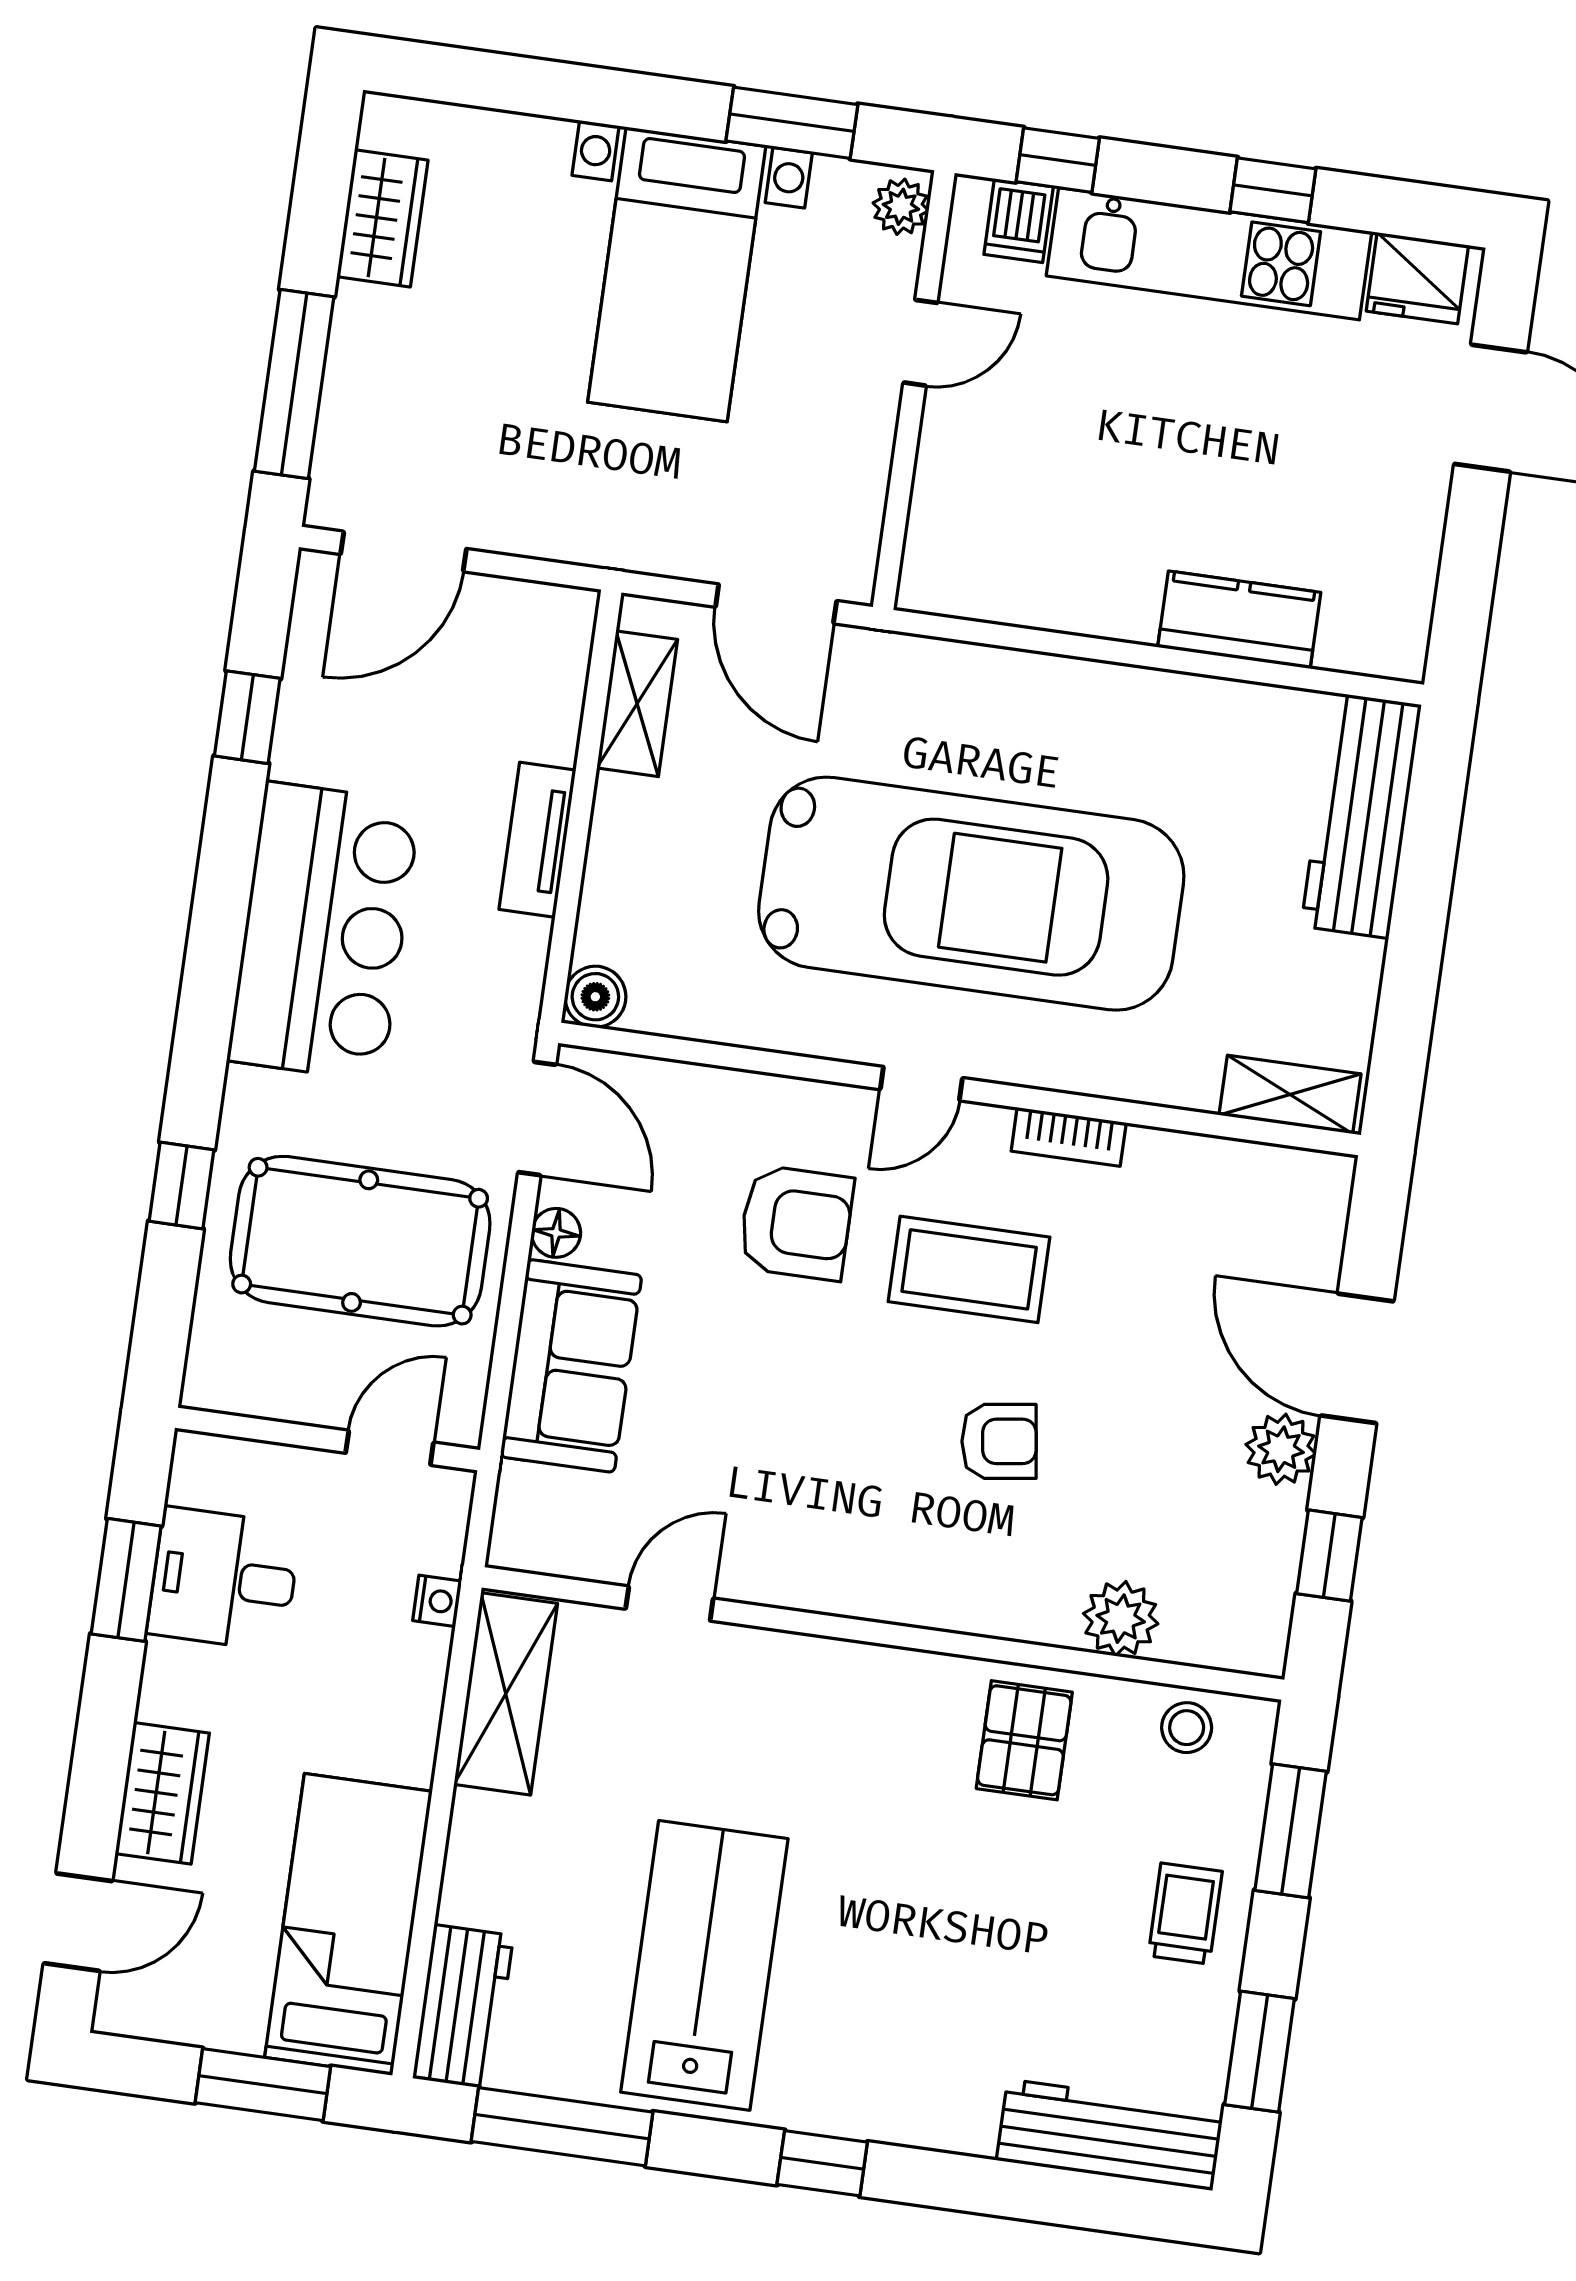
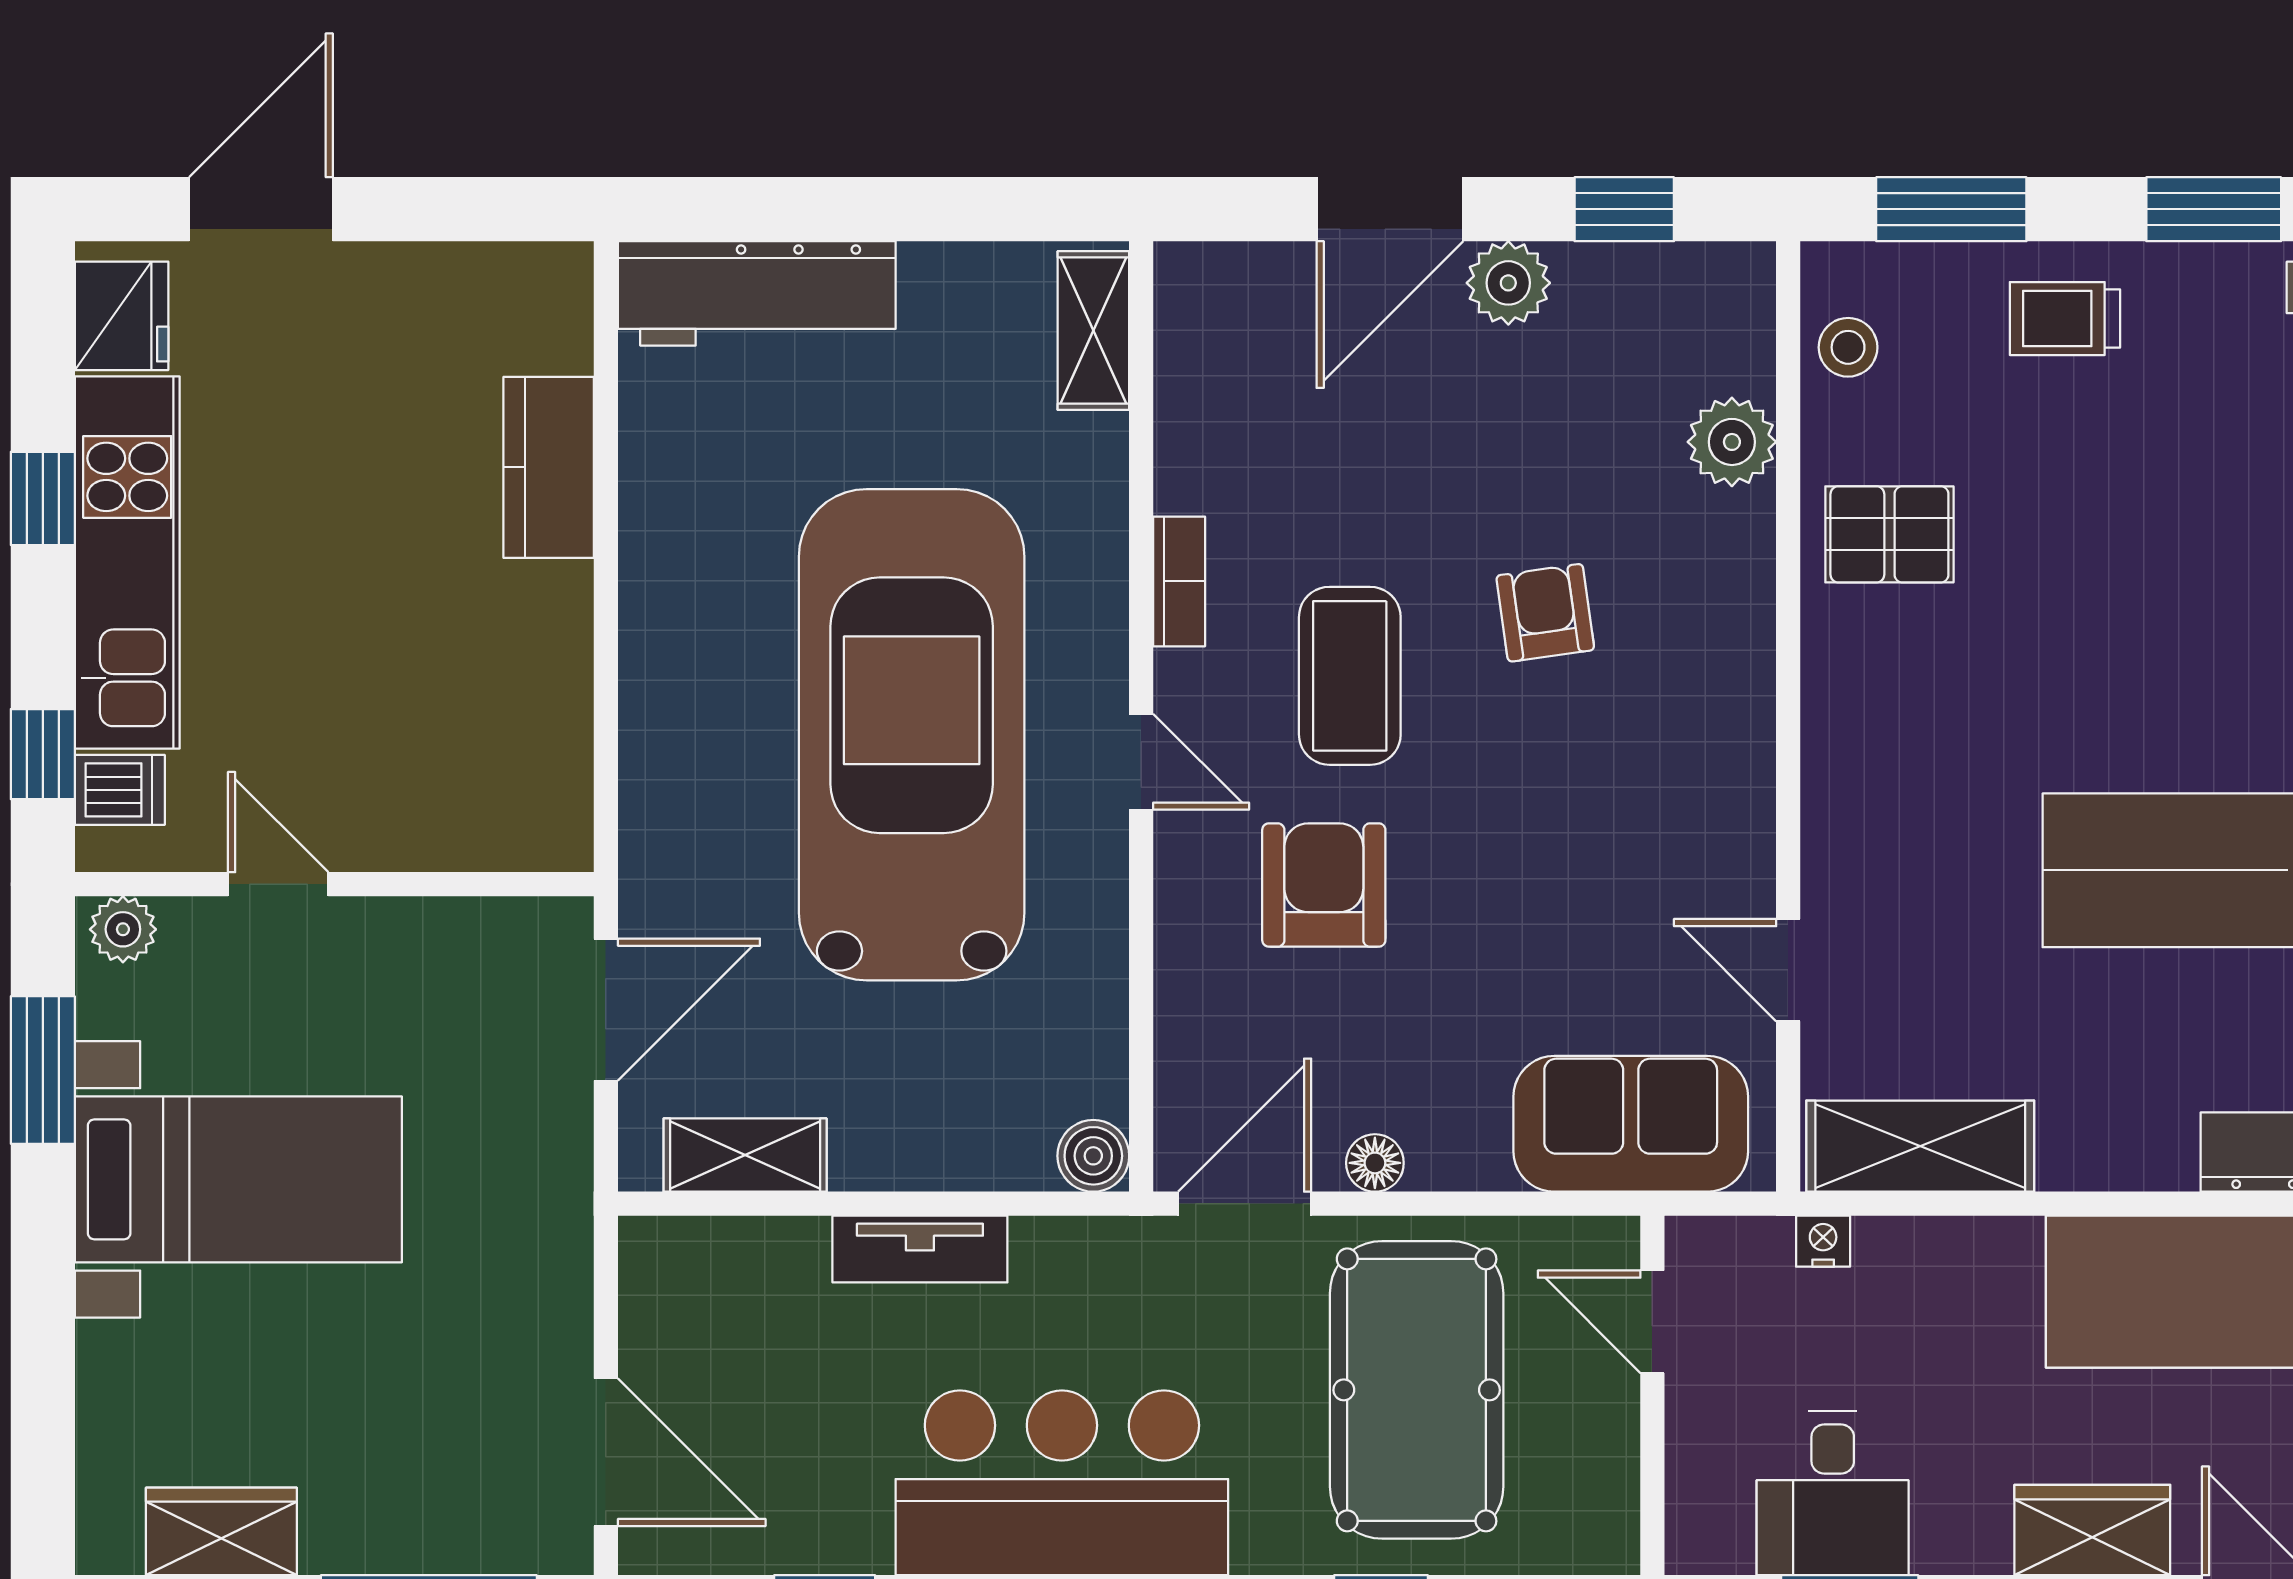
sofa: (571, 1366) -> (1631, 1124), moved

